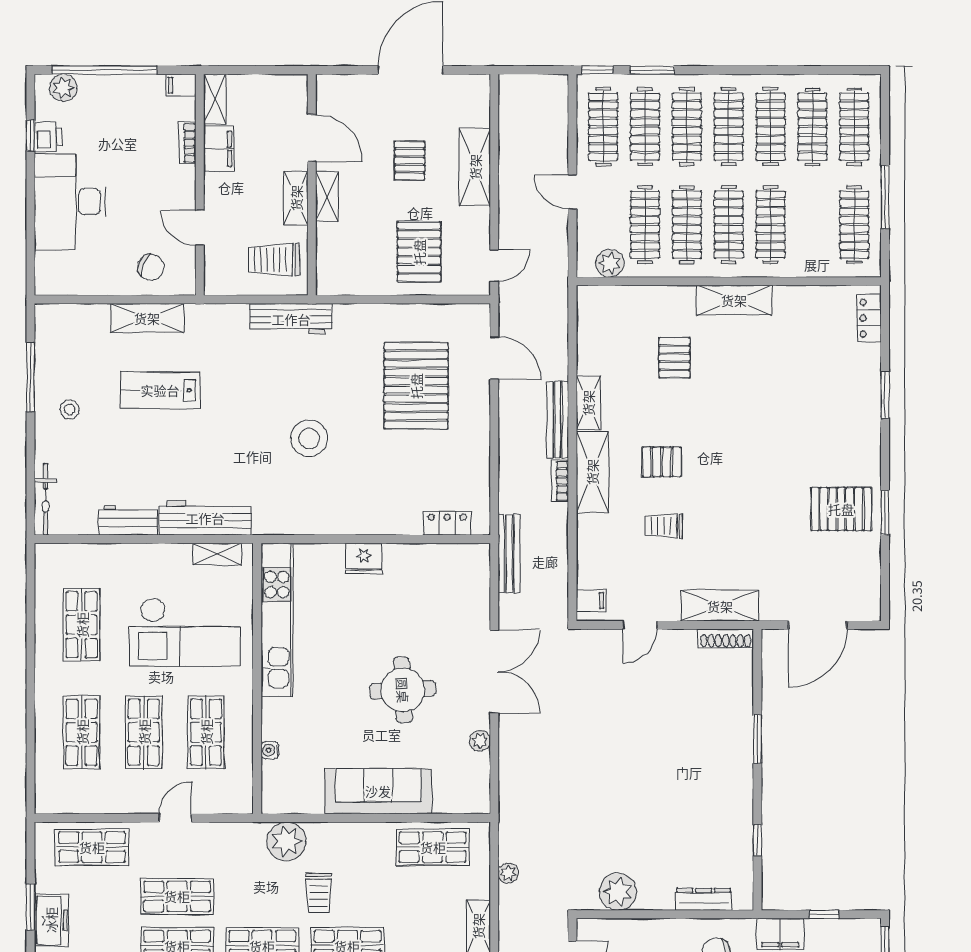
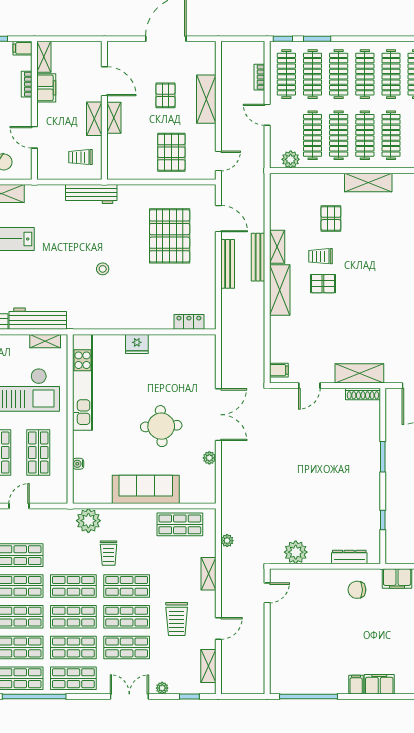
trolley: (274, 259) -> (81, 157), width x0.73, depth x0.72
stool: (309, 438) -> (103, 269), width x0.53, depth x0.53
bookcase: (560, 481) -> (259, 77), moved
trolley: (664, 526) -> (321, 256), moved
bench: (509, 554) -> (228, 264), moved

